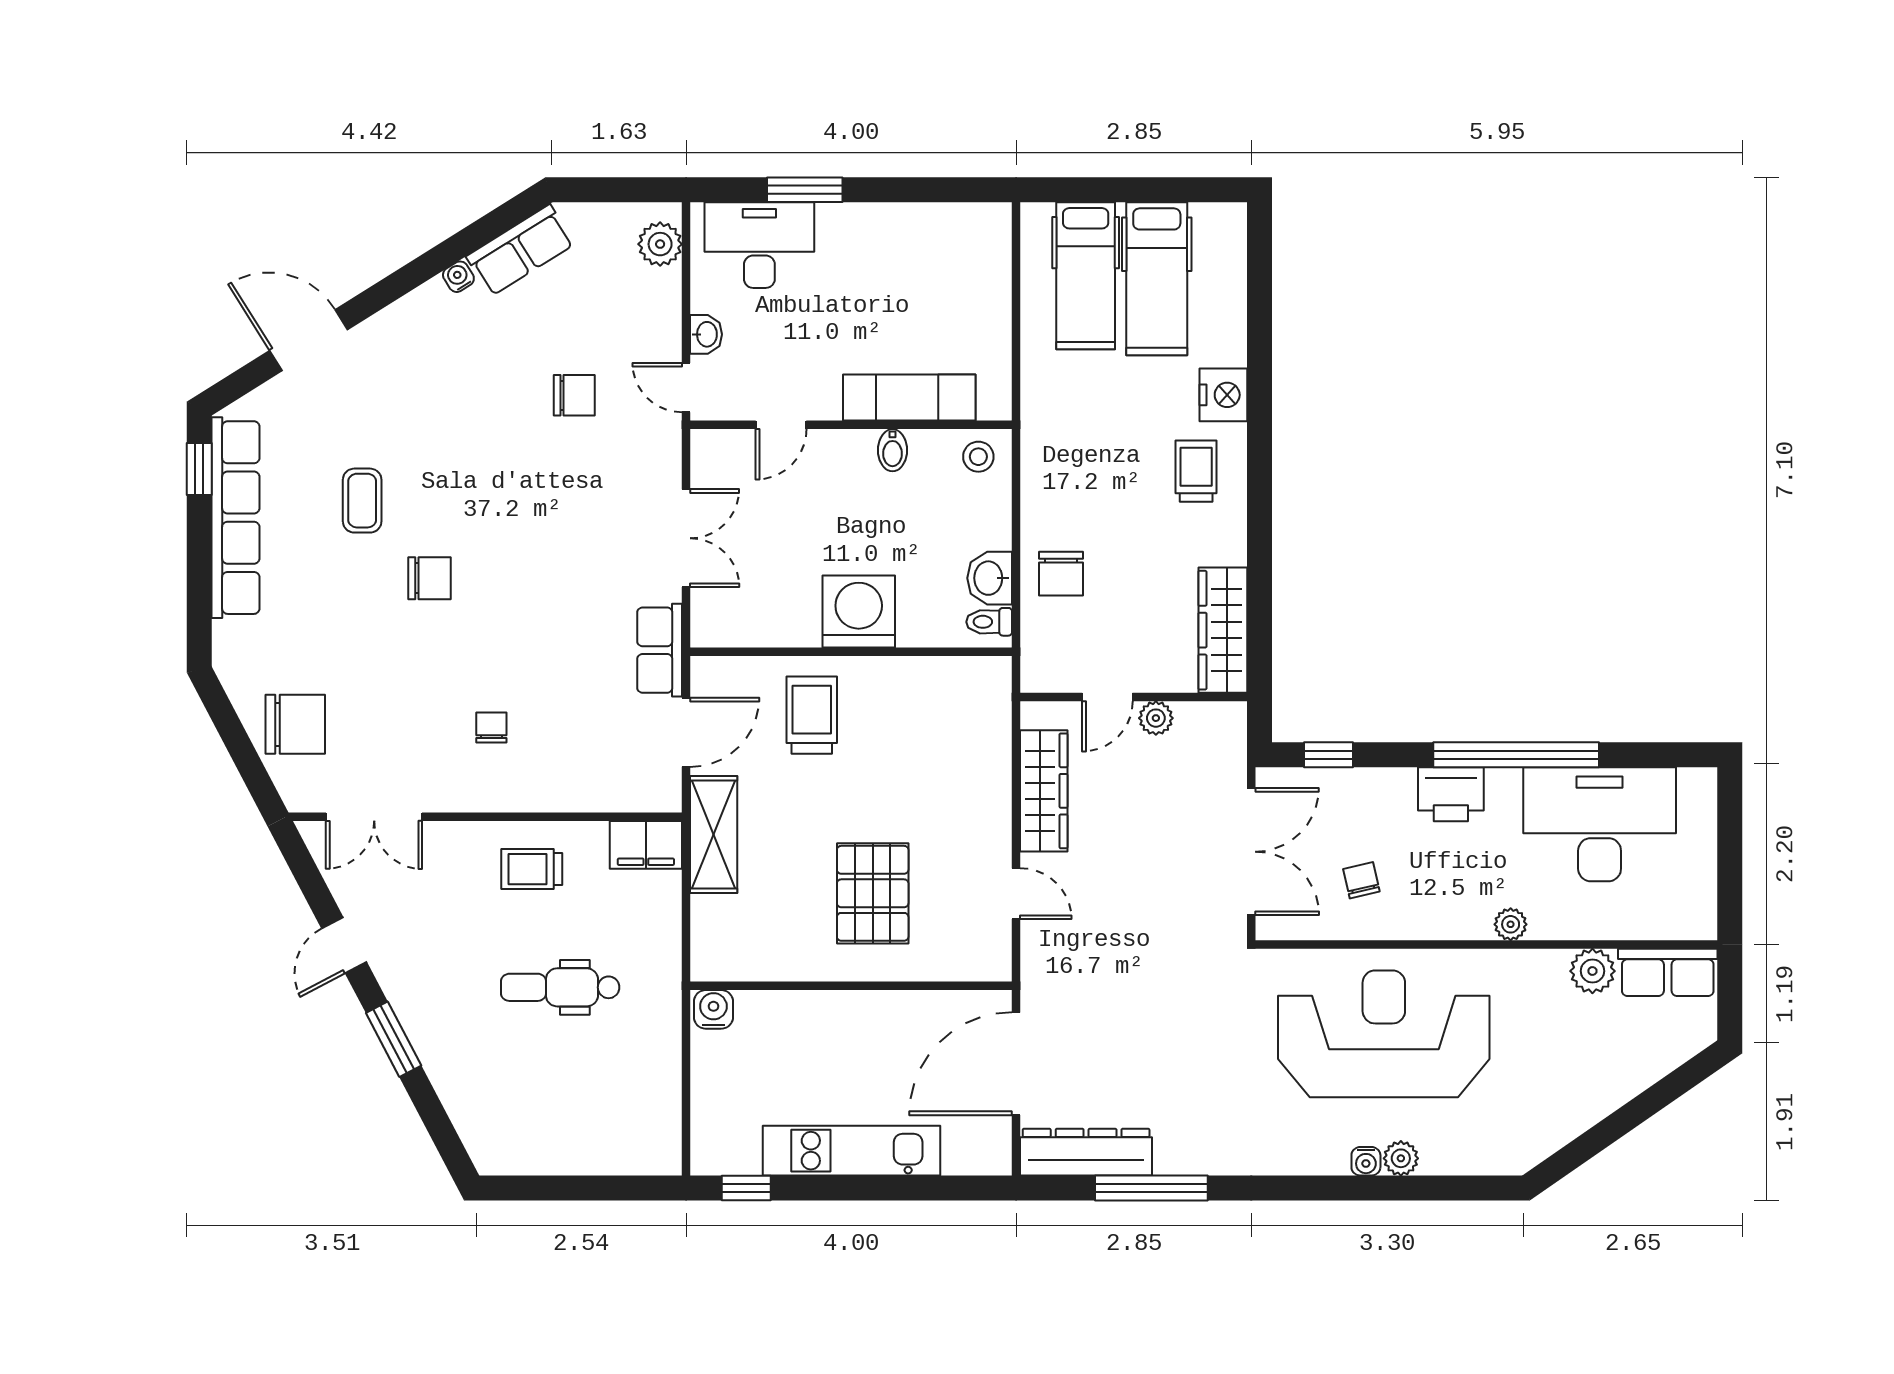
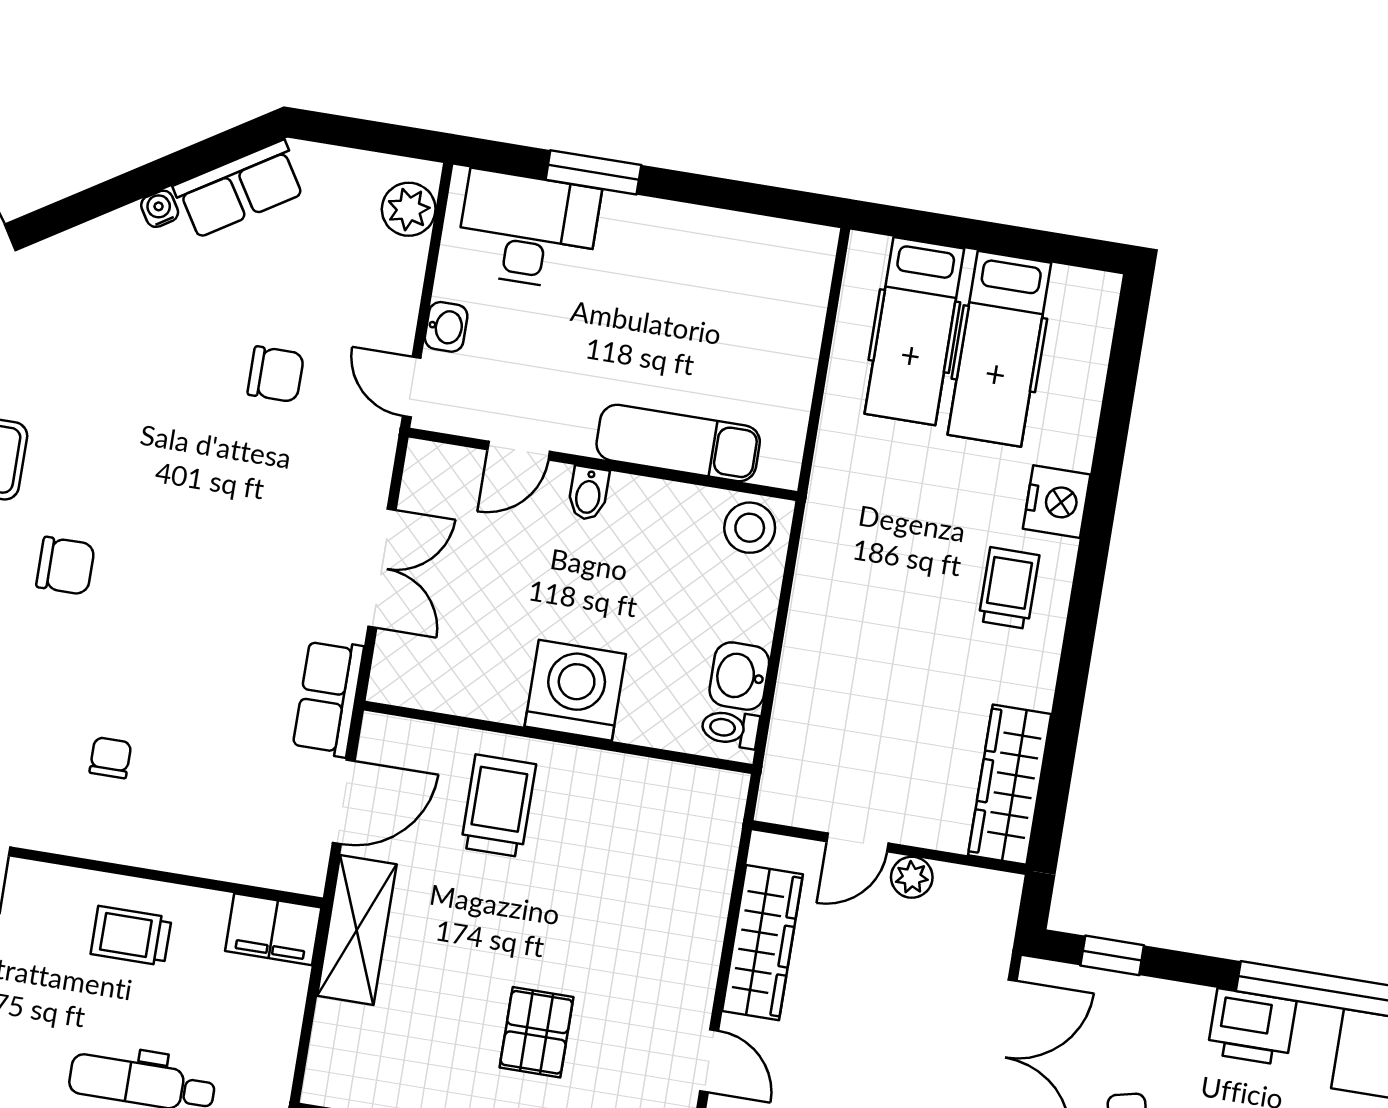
bidet: (892, 450) -> (588, 493), moved
stool: (978, 457) -> (750, 528), width x1.37, depth x1.37
chair: (1061, 574) -> (826, 685), removed
pallet: (873, 893) -> (536, 1032), width x0.67, depth x0.71

